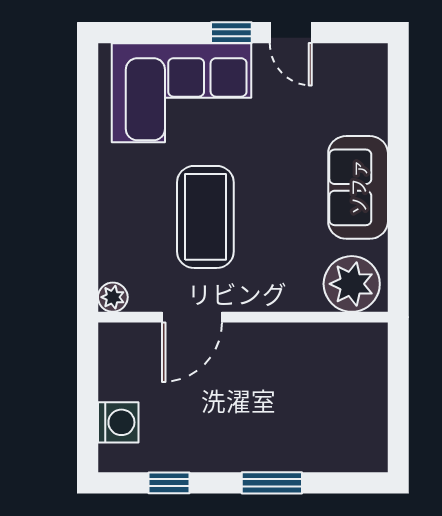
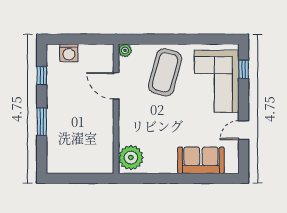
window: (231, 33) -> (244, 69), moved
sofa: (358, 187) -> (201, 160), moved
coffee table: (205, 217) -> (165, 72), moved, turned -75

